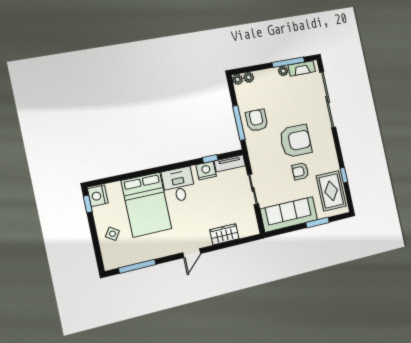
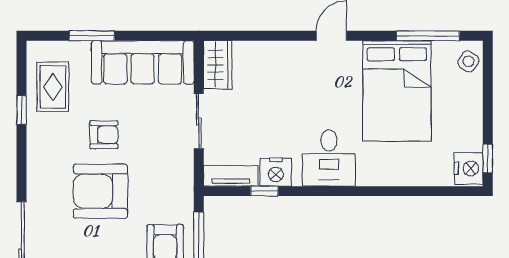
rug: (331, 191) -> (53, 87), width x0.73, depth x0.70
bed: (146, 205) -> (397, 91), moved, turned 180
side table: (112, 234) -> (468, 61), moved
wardrobe: (224, 234) -> (218, 65), moved, turned -90

